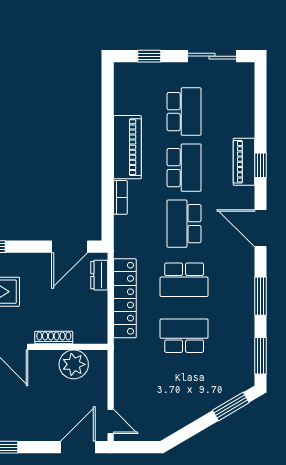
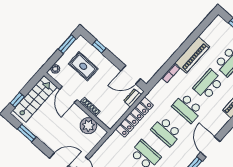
school desk: (184, 168) -> (208, 85), turned 180
school desk: (184, 224) -> (187, 108), turned -90
door: (260, 228) -> (210, 147), moved

